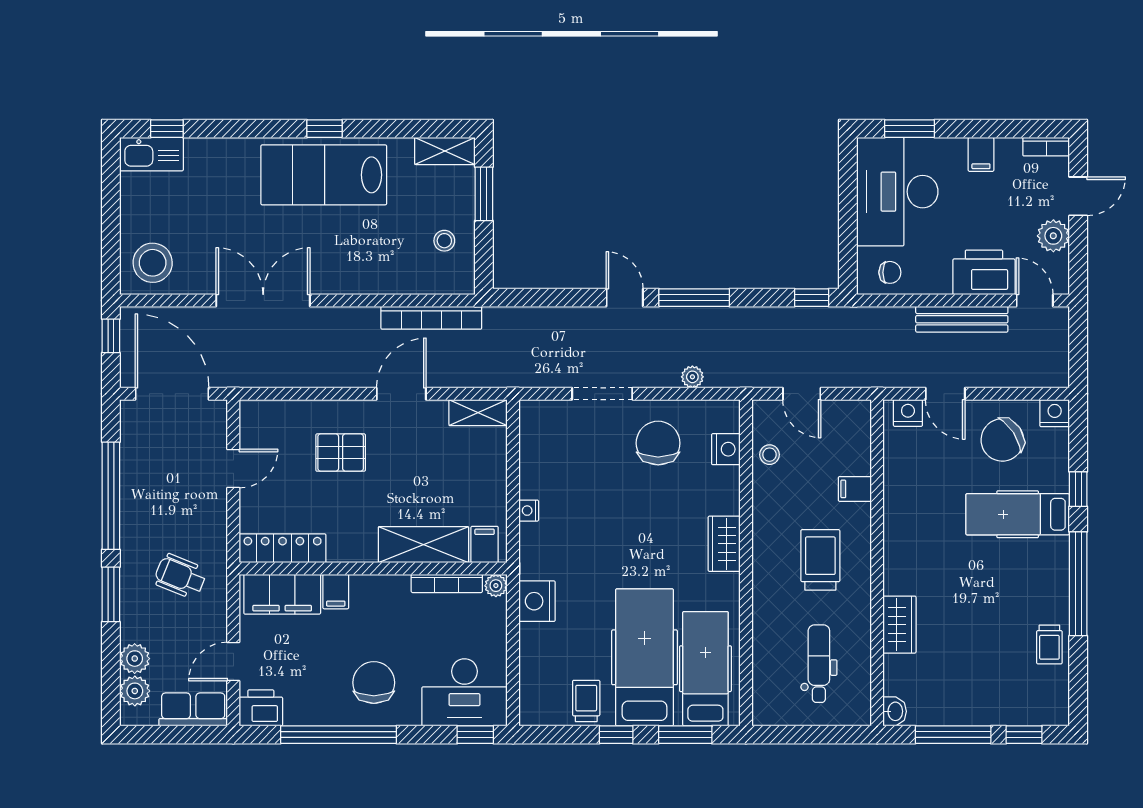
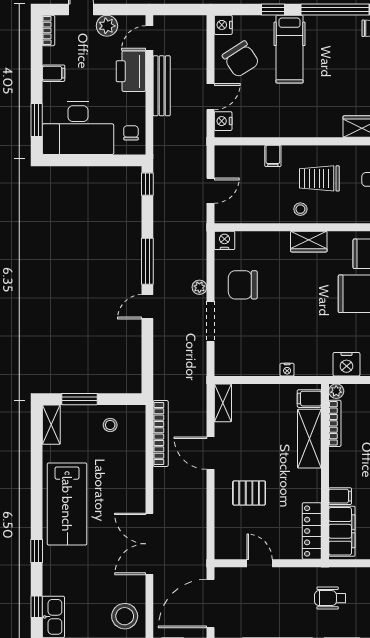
window: (325, 129) -> (37, 551), moved
plant: (692, 377) -> (199, 287), moved
nightstand: (726, 449) -> (224, 240), moved
pallet: (341, 453) -> (249, 493), turned 90
stool: (770, 455) -> (300, 209), moved
wheelchair: (180, 576) -> (330, 598), turned 68

